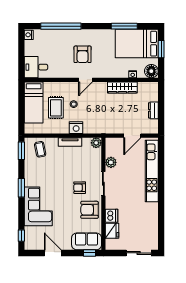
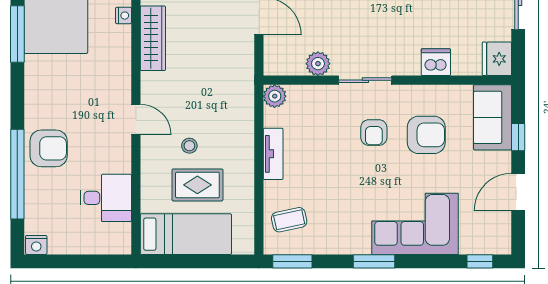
armchair: (83, 54) -> (49, 148), moved
desk: (36, 67) -> (106, 198), moved, turned -90
nightstand: (76, 128) -> (241, 140), removed
armchair: (90, 210) -> (426, 135), moved, turned -90
fridge: (112, 231) -> (497, 59), moved, turned -90
window: (89, 253) -> (518, 137), moved

